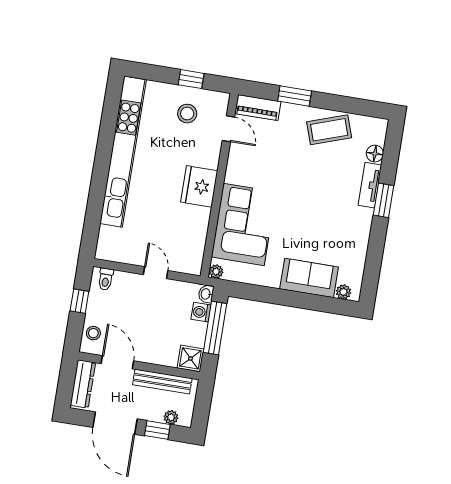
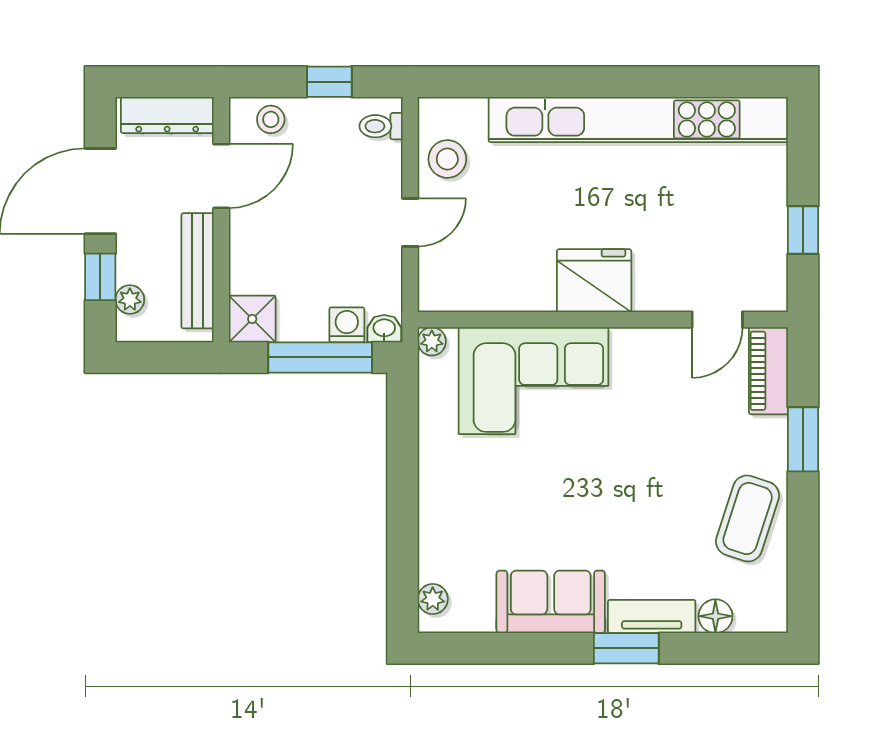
stool: (187, 114) -> (447, 159), moved
coffee table: (329, 130) -> (748, 518), turned 37
sofa: (309, 278) -> (551, 602), moved, turned -90

